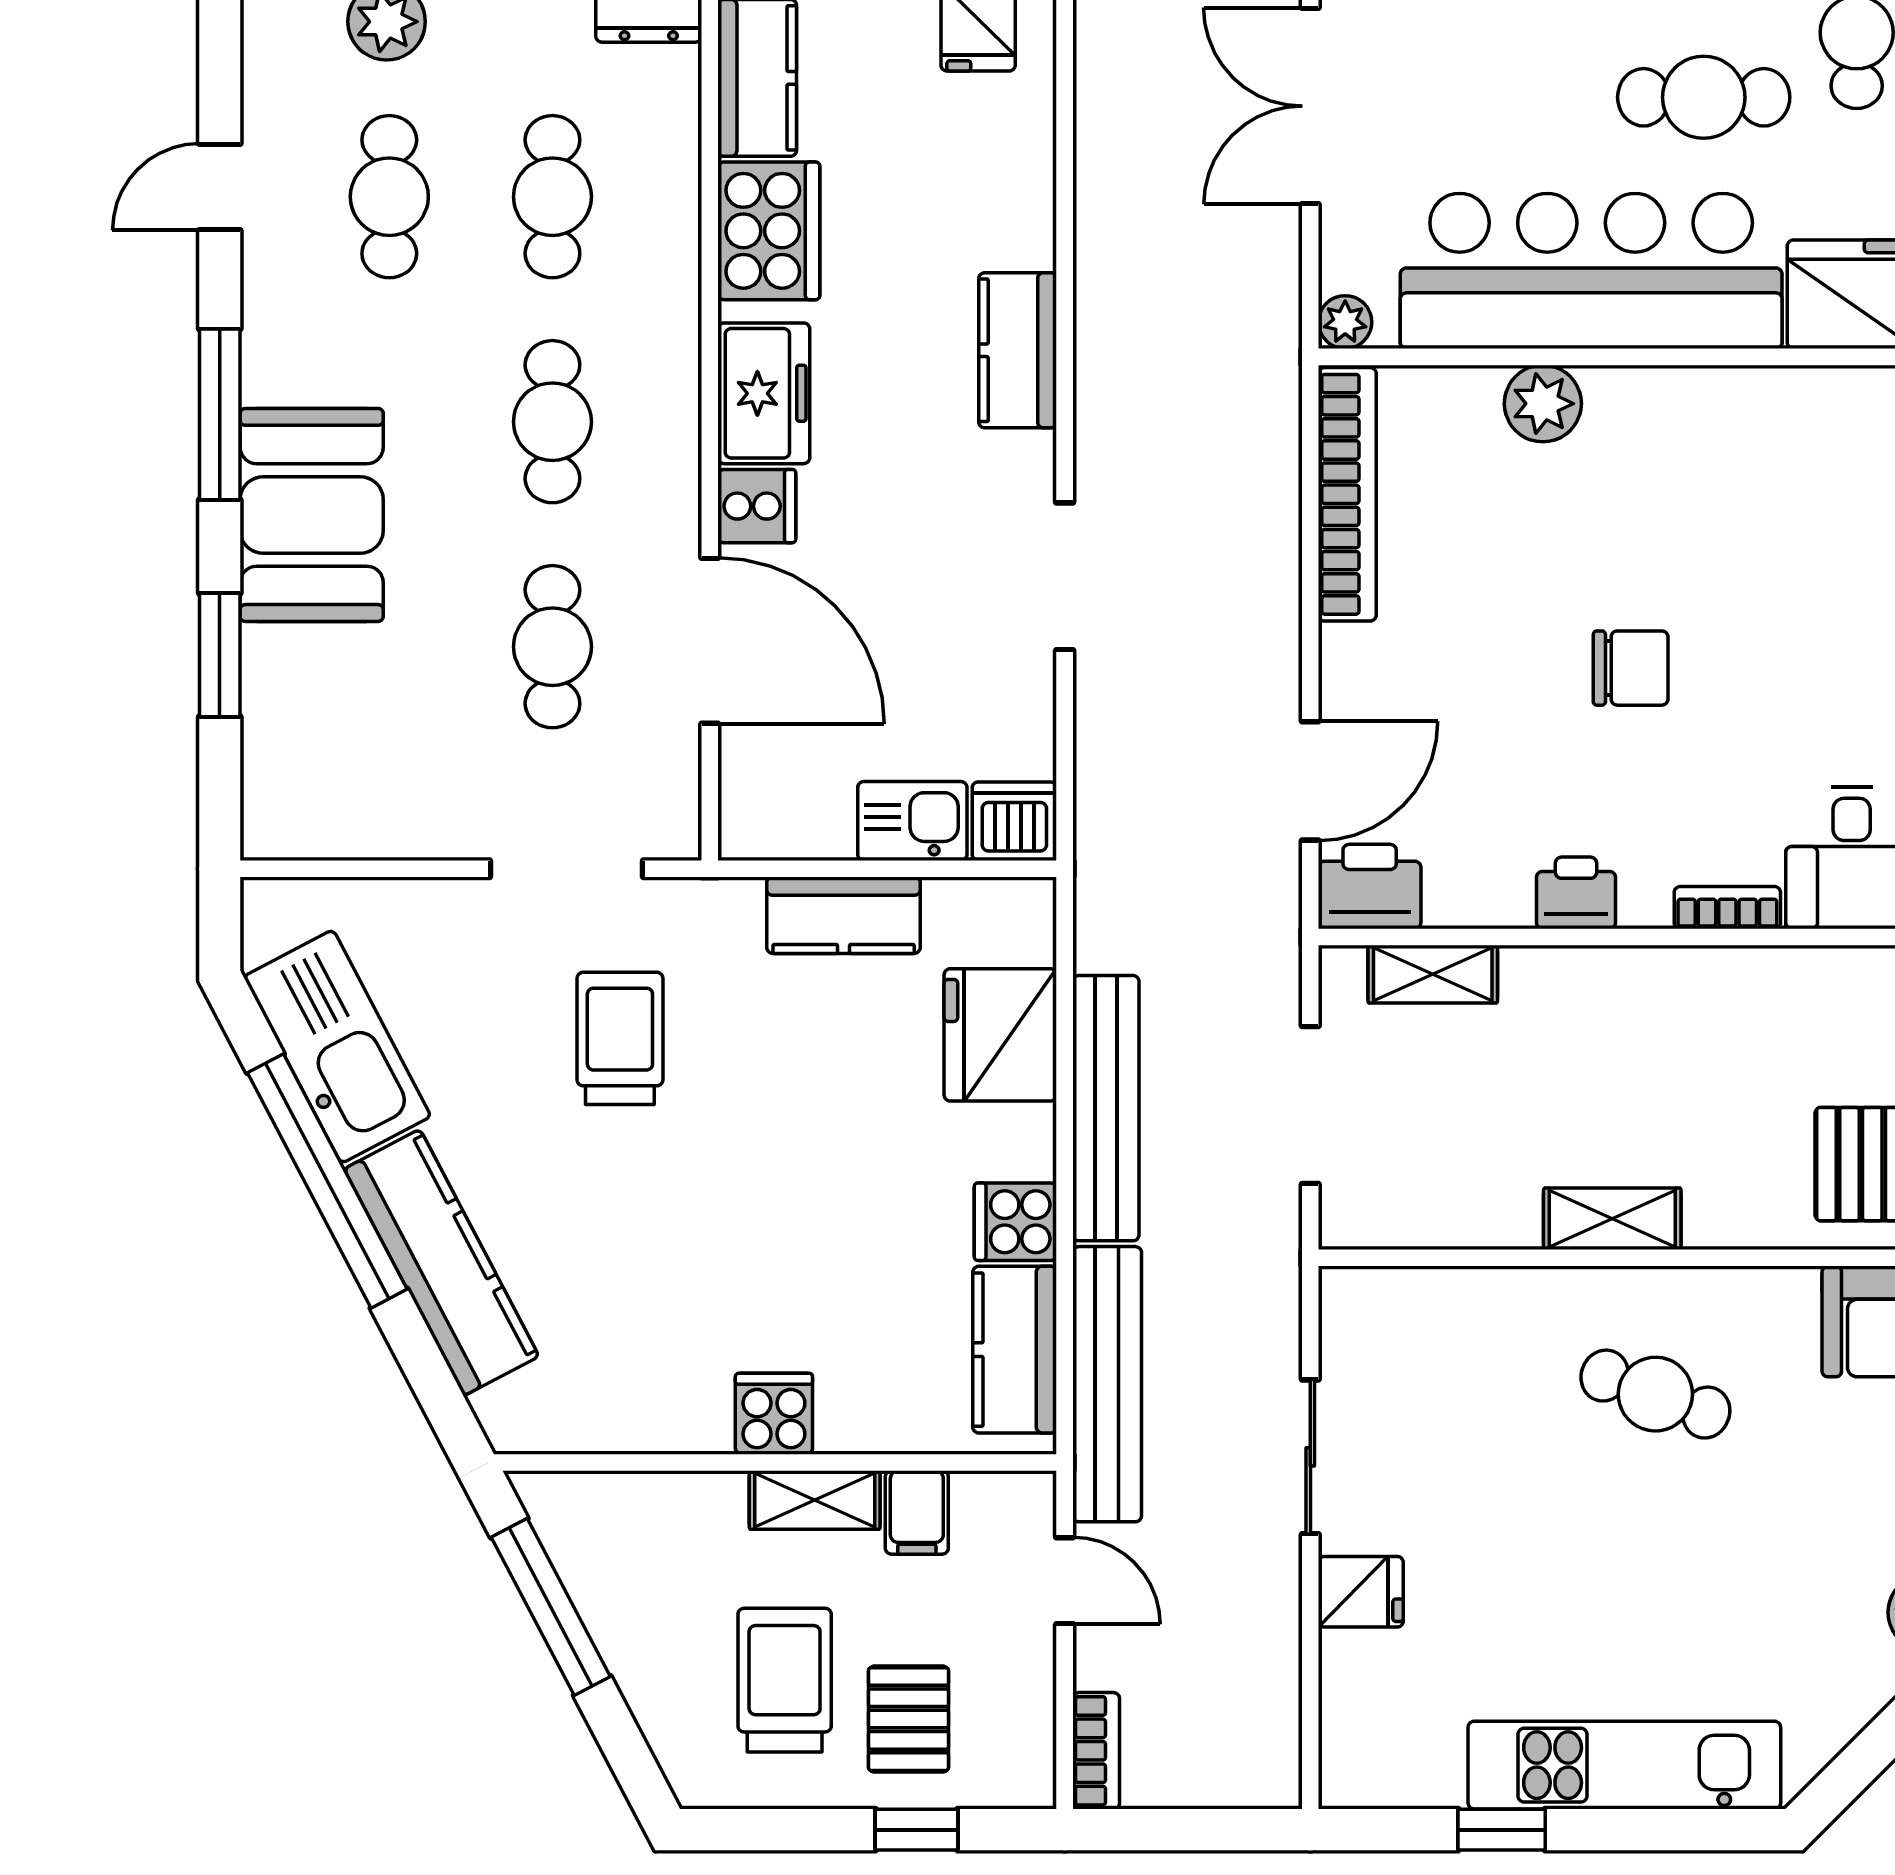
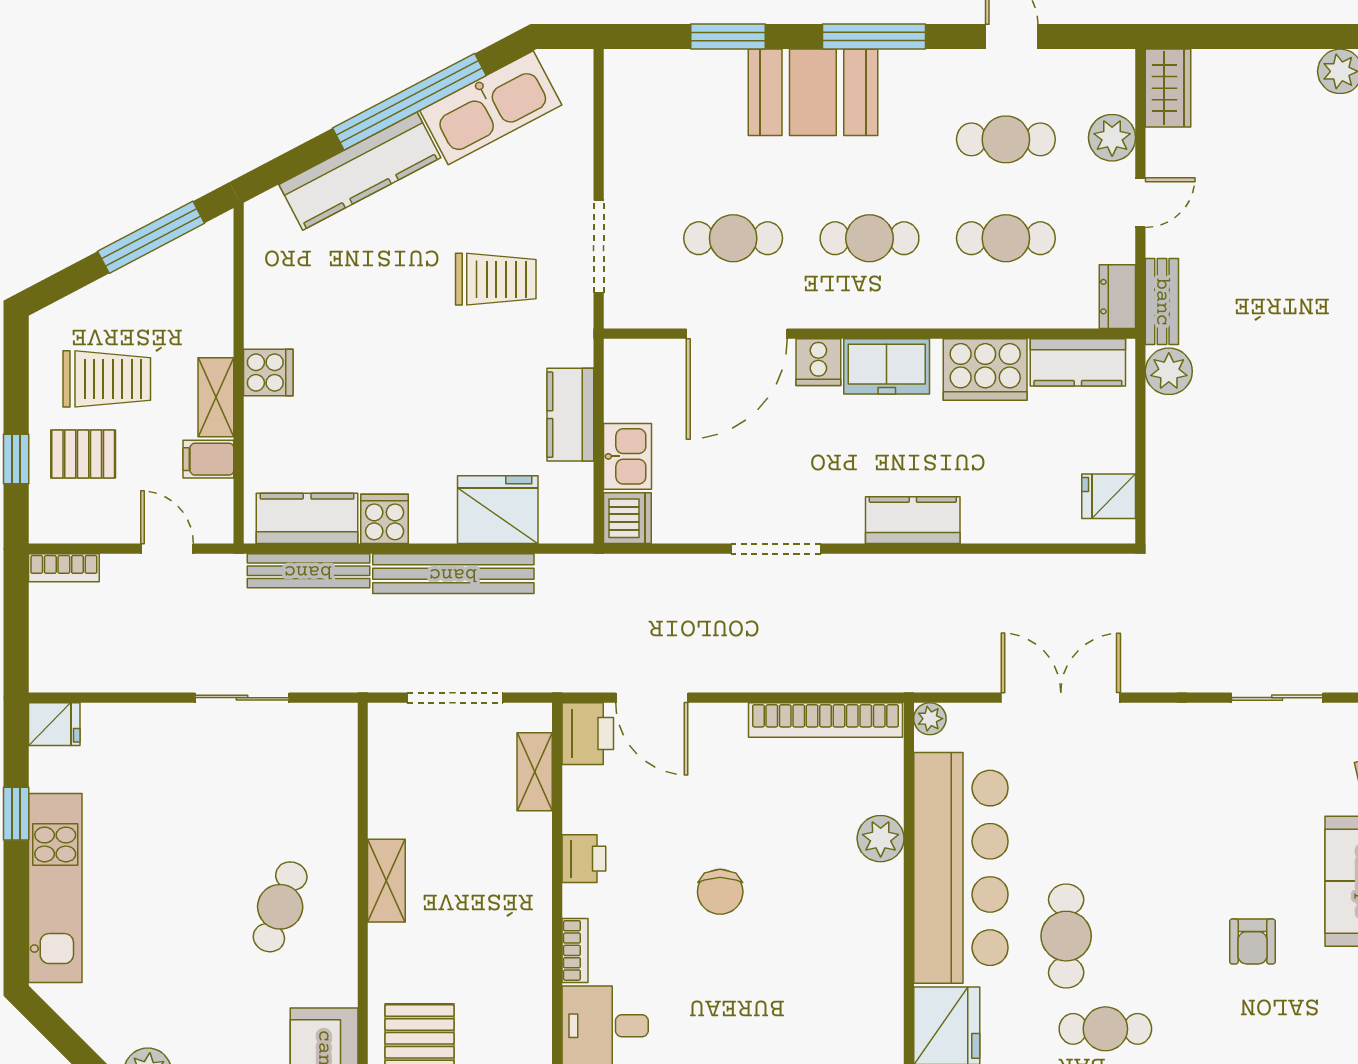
bench: (1107, 1384) -> (308, 571), width x0.73, depth x0.82
door: (1065, 1581) -> (167, 549), swing flipped
fridge: (1361, 1592) -> (54, 724), moved, turned -90

